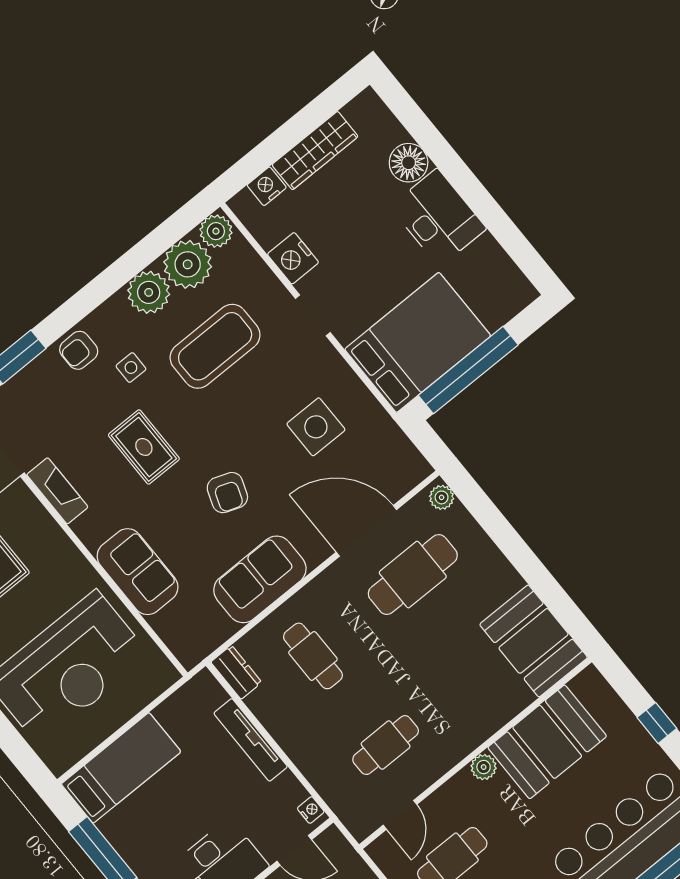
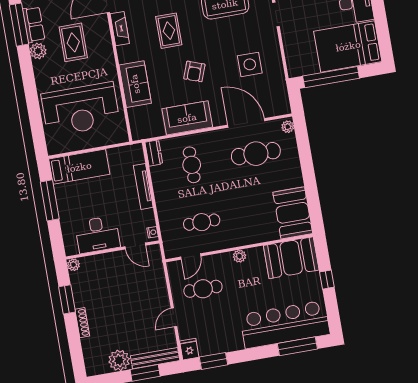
bed: (418, 342) -> (348, 46), moved, turned 180
booth: (547, 742) -> (291, 258), moved

